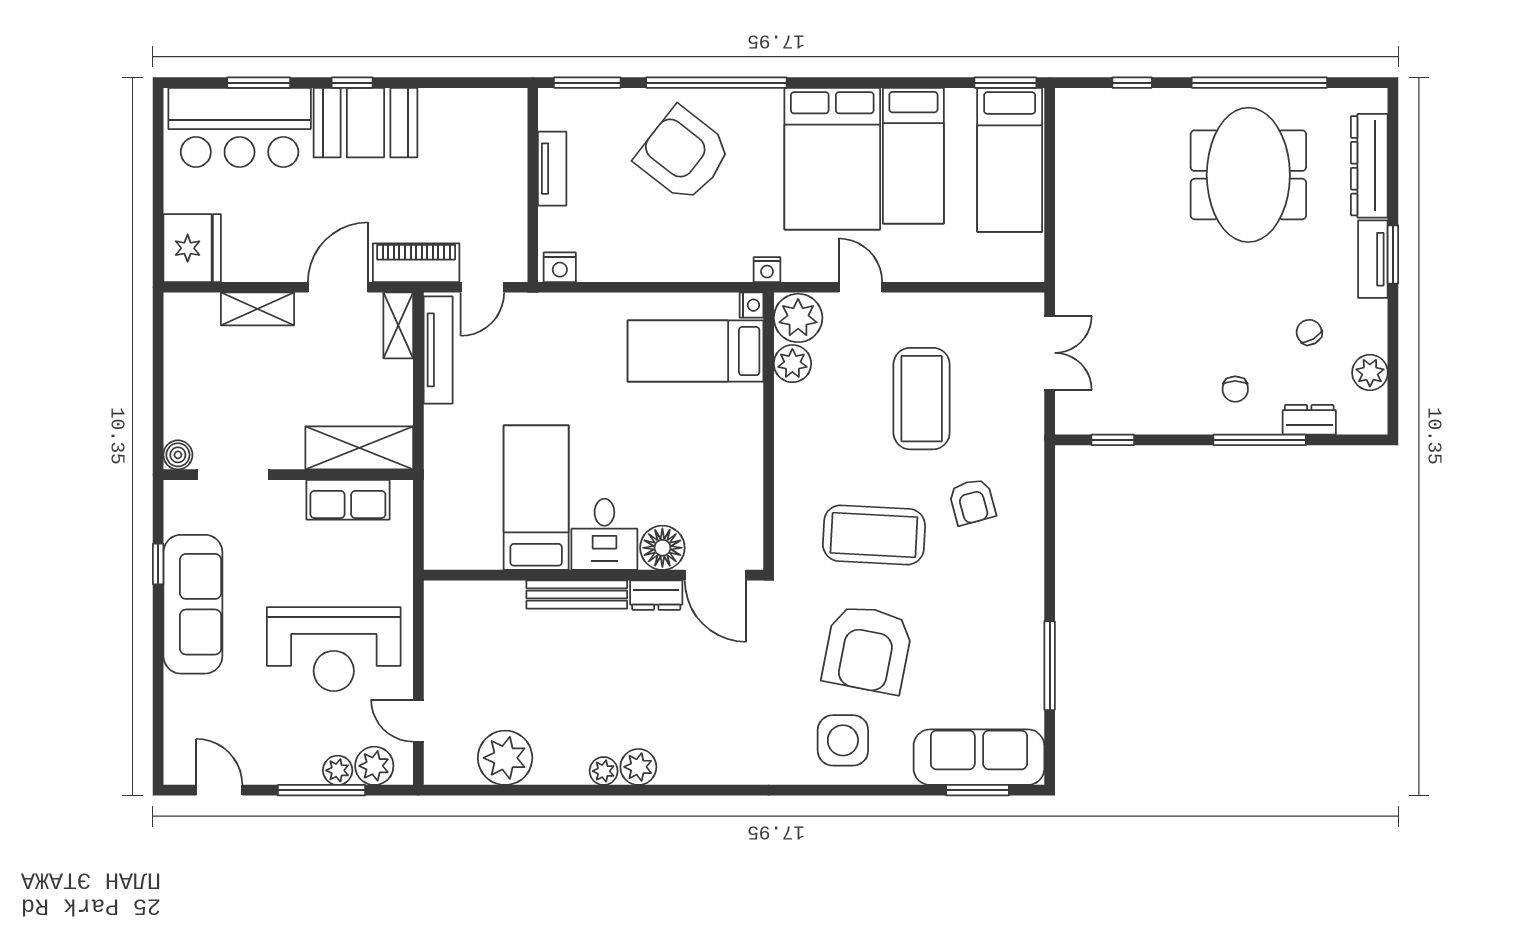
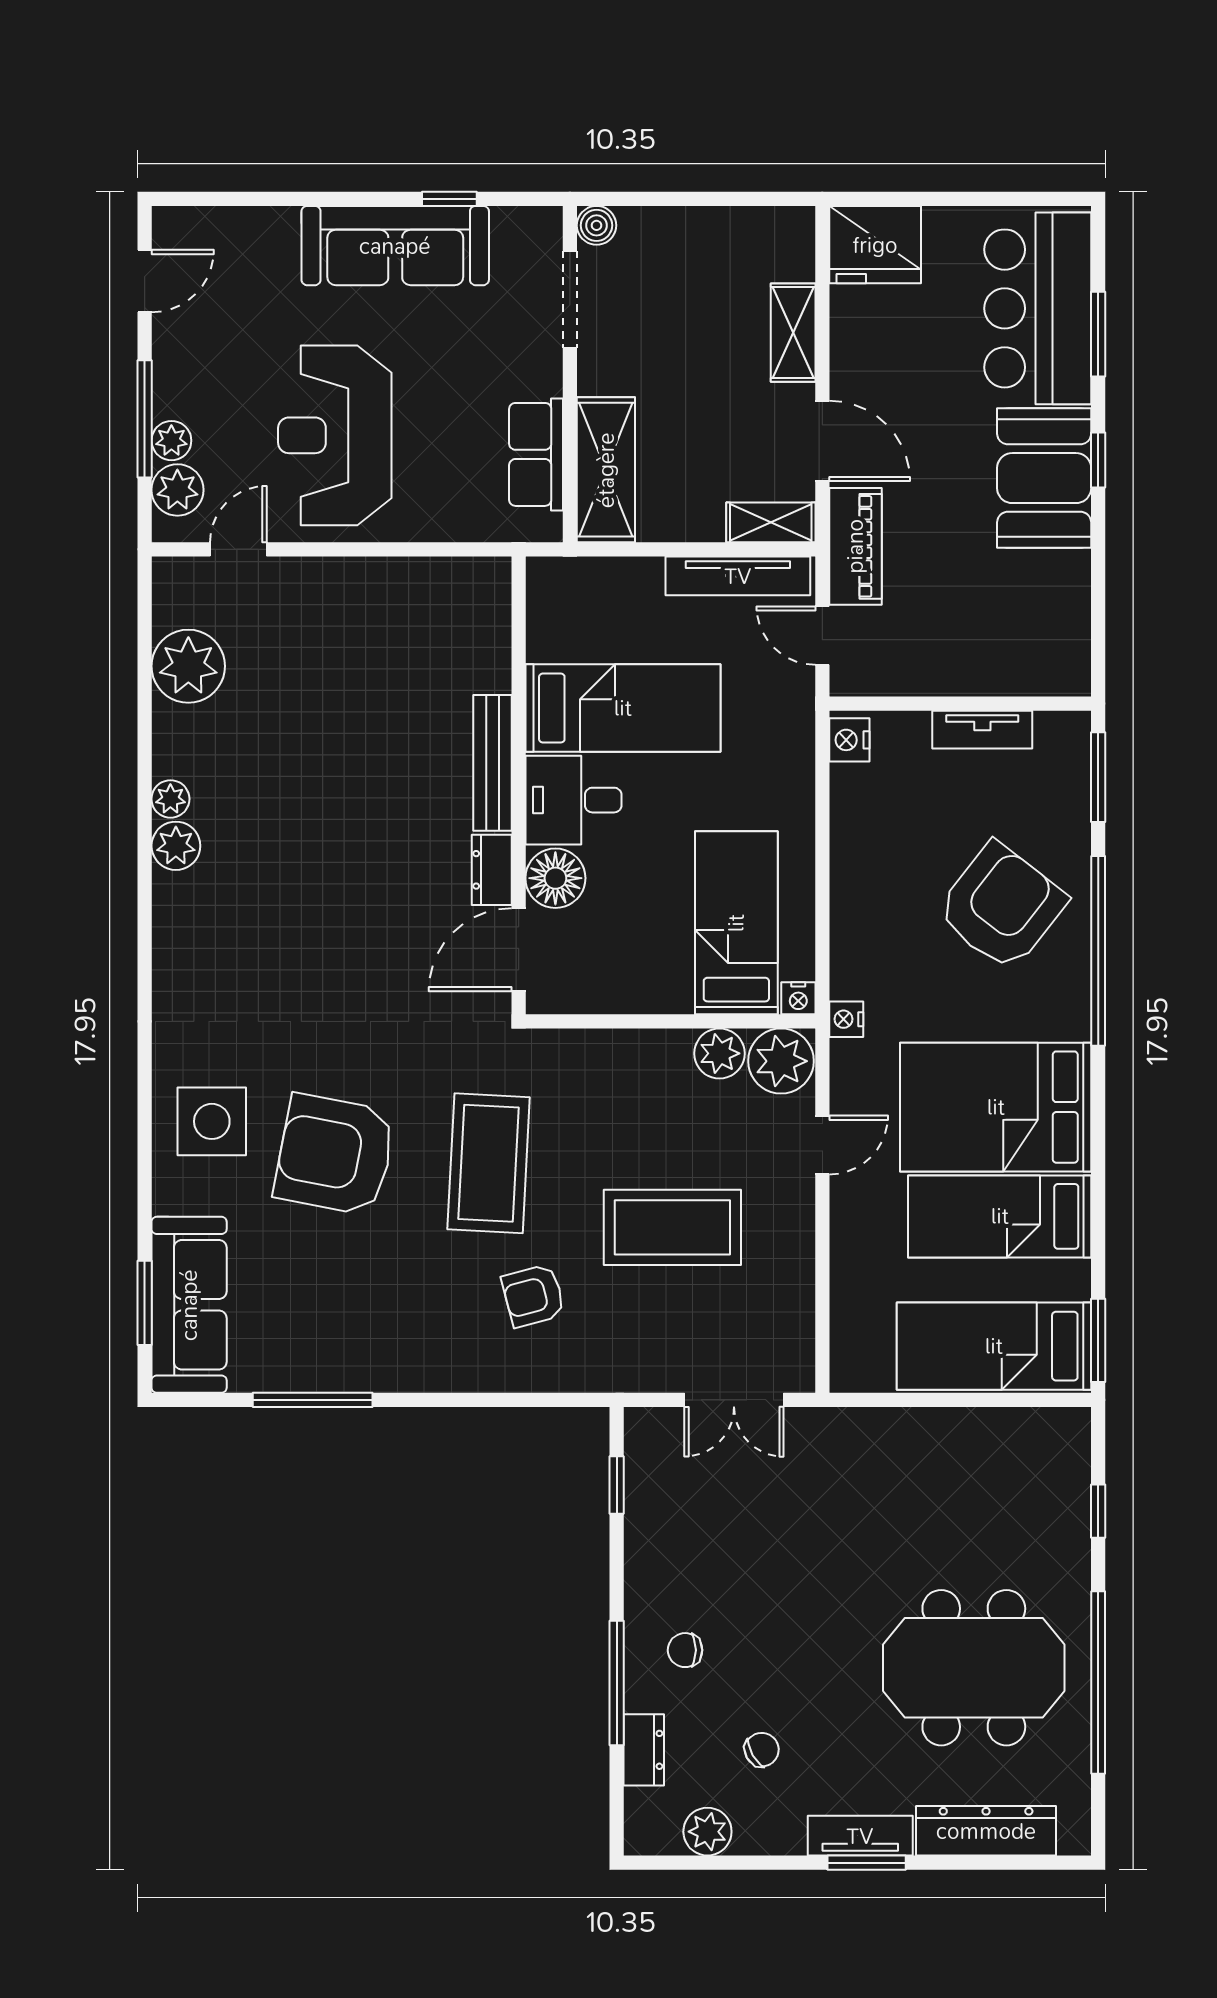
bed: (536, 498) -> (623, 708), moved
desk: (604, 534) -> (574, 800), moved
floor lamp: (662, 548) -> (555, 878), moved
wall: (593, 575) -> (519, 785), moved
door: (716, 575) -> (519, 950), moved
bench: (577, 594) -> (492, 763), moved
dresser: (656, 595) -> (492, 870), moved

